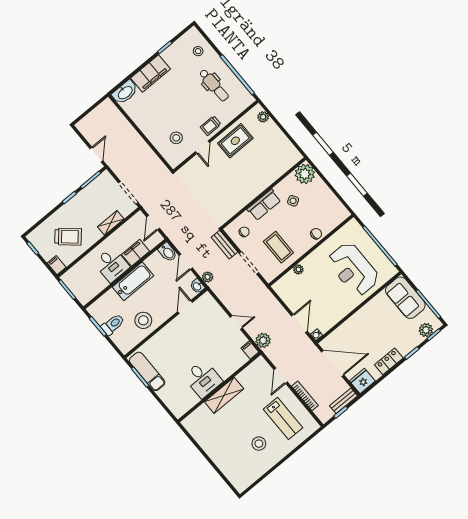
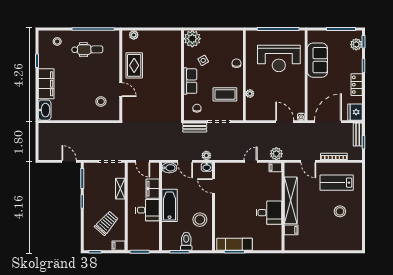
trolley: (211, 126) -> (111, 73), removed
sofa: (405, 298) -> (317, 60), moved, turned -90
shelving: (224, 395) -> (291, 200), width x1.47
filing cabinet: (204, 413) -> (291, 230), added
lab bench: (283, 418) -> (337, 183), turned 180

